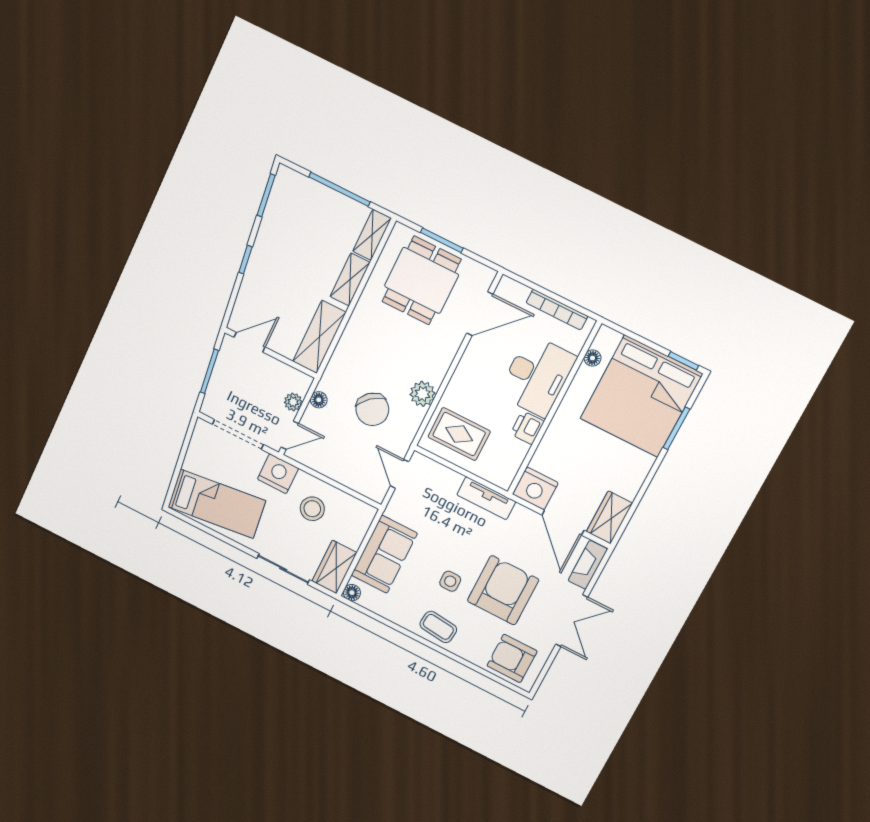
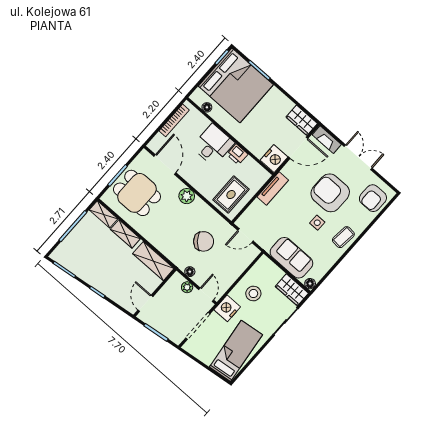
desk: (537, 376) -> (213, 145), width x0.73
plant: (423, 394) -> (187, 196), moved

